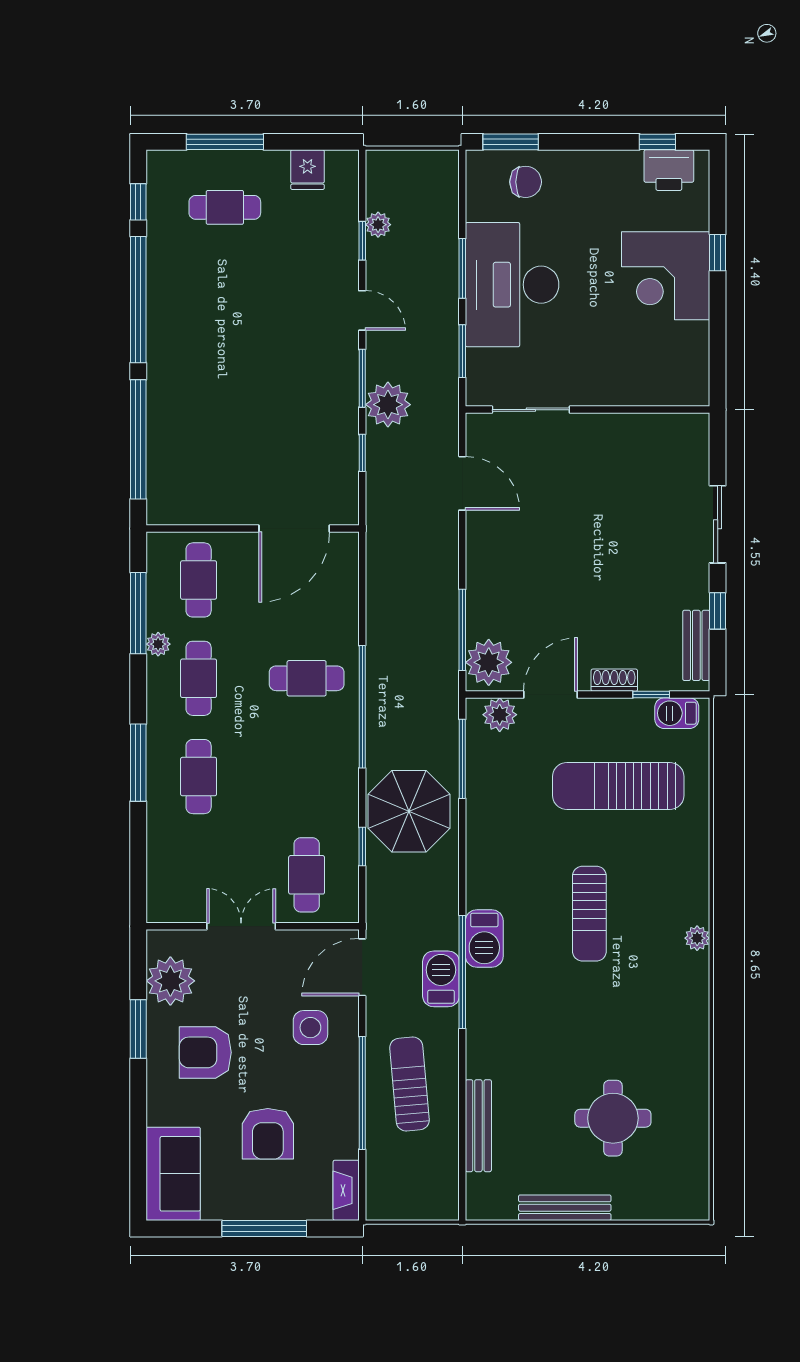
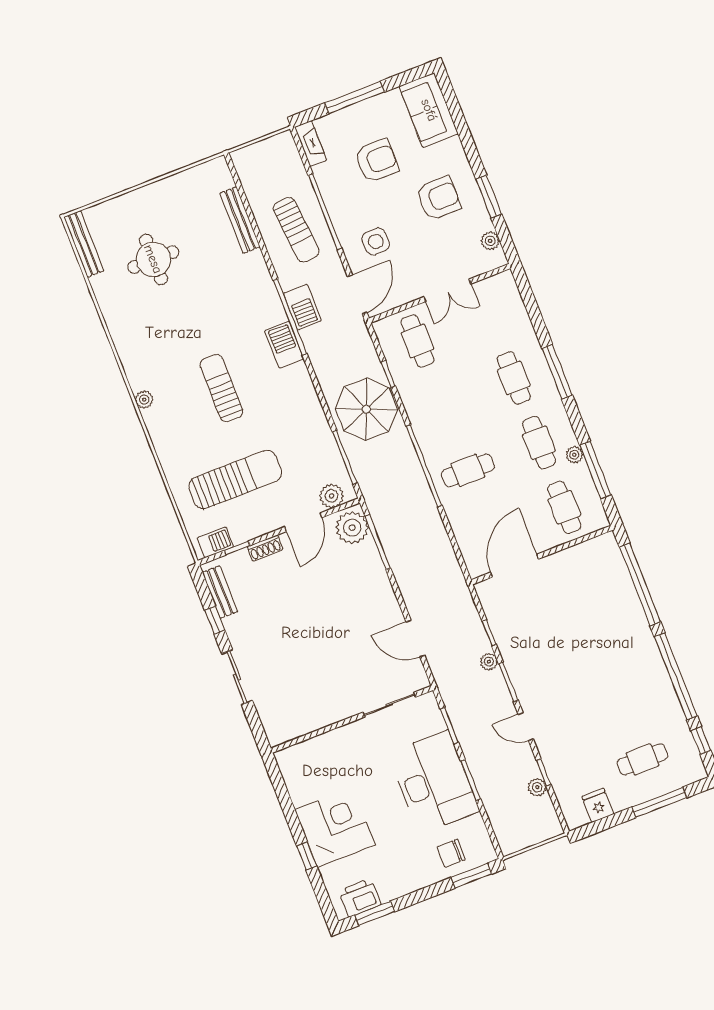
window: (657, 142) -> (375, 913), width x1.50
plant: (388, 405) -> (489, 662), width x0.53, depth x0.53
plant: (170, 981) -> (490, 241), width x0.53, depth x0.53
armchair: (268, 1134) -> (377, 161), turned 90
bench: (565, 1208) -> (84, 244), moved, turned 90

